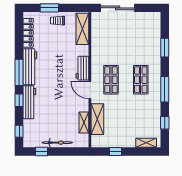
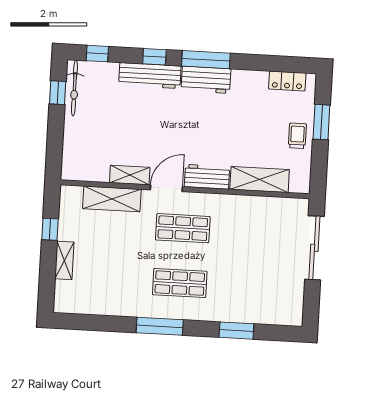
shelving: (82, 29) -> (260, 179), moved
locker: (28, 33) -> (287, 81), width x0.66
workbench: (30, 67) -> (206, 80), width x0.73
shelving: (84, 123) -> (130, 175), moved
window: (165, 123) -> (98, 323), removed
bicycle: (57, 143) -> (74, 88), moved
shelving: (146, 143) -> (64, 260), moved

